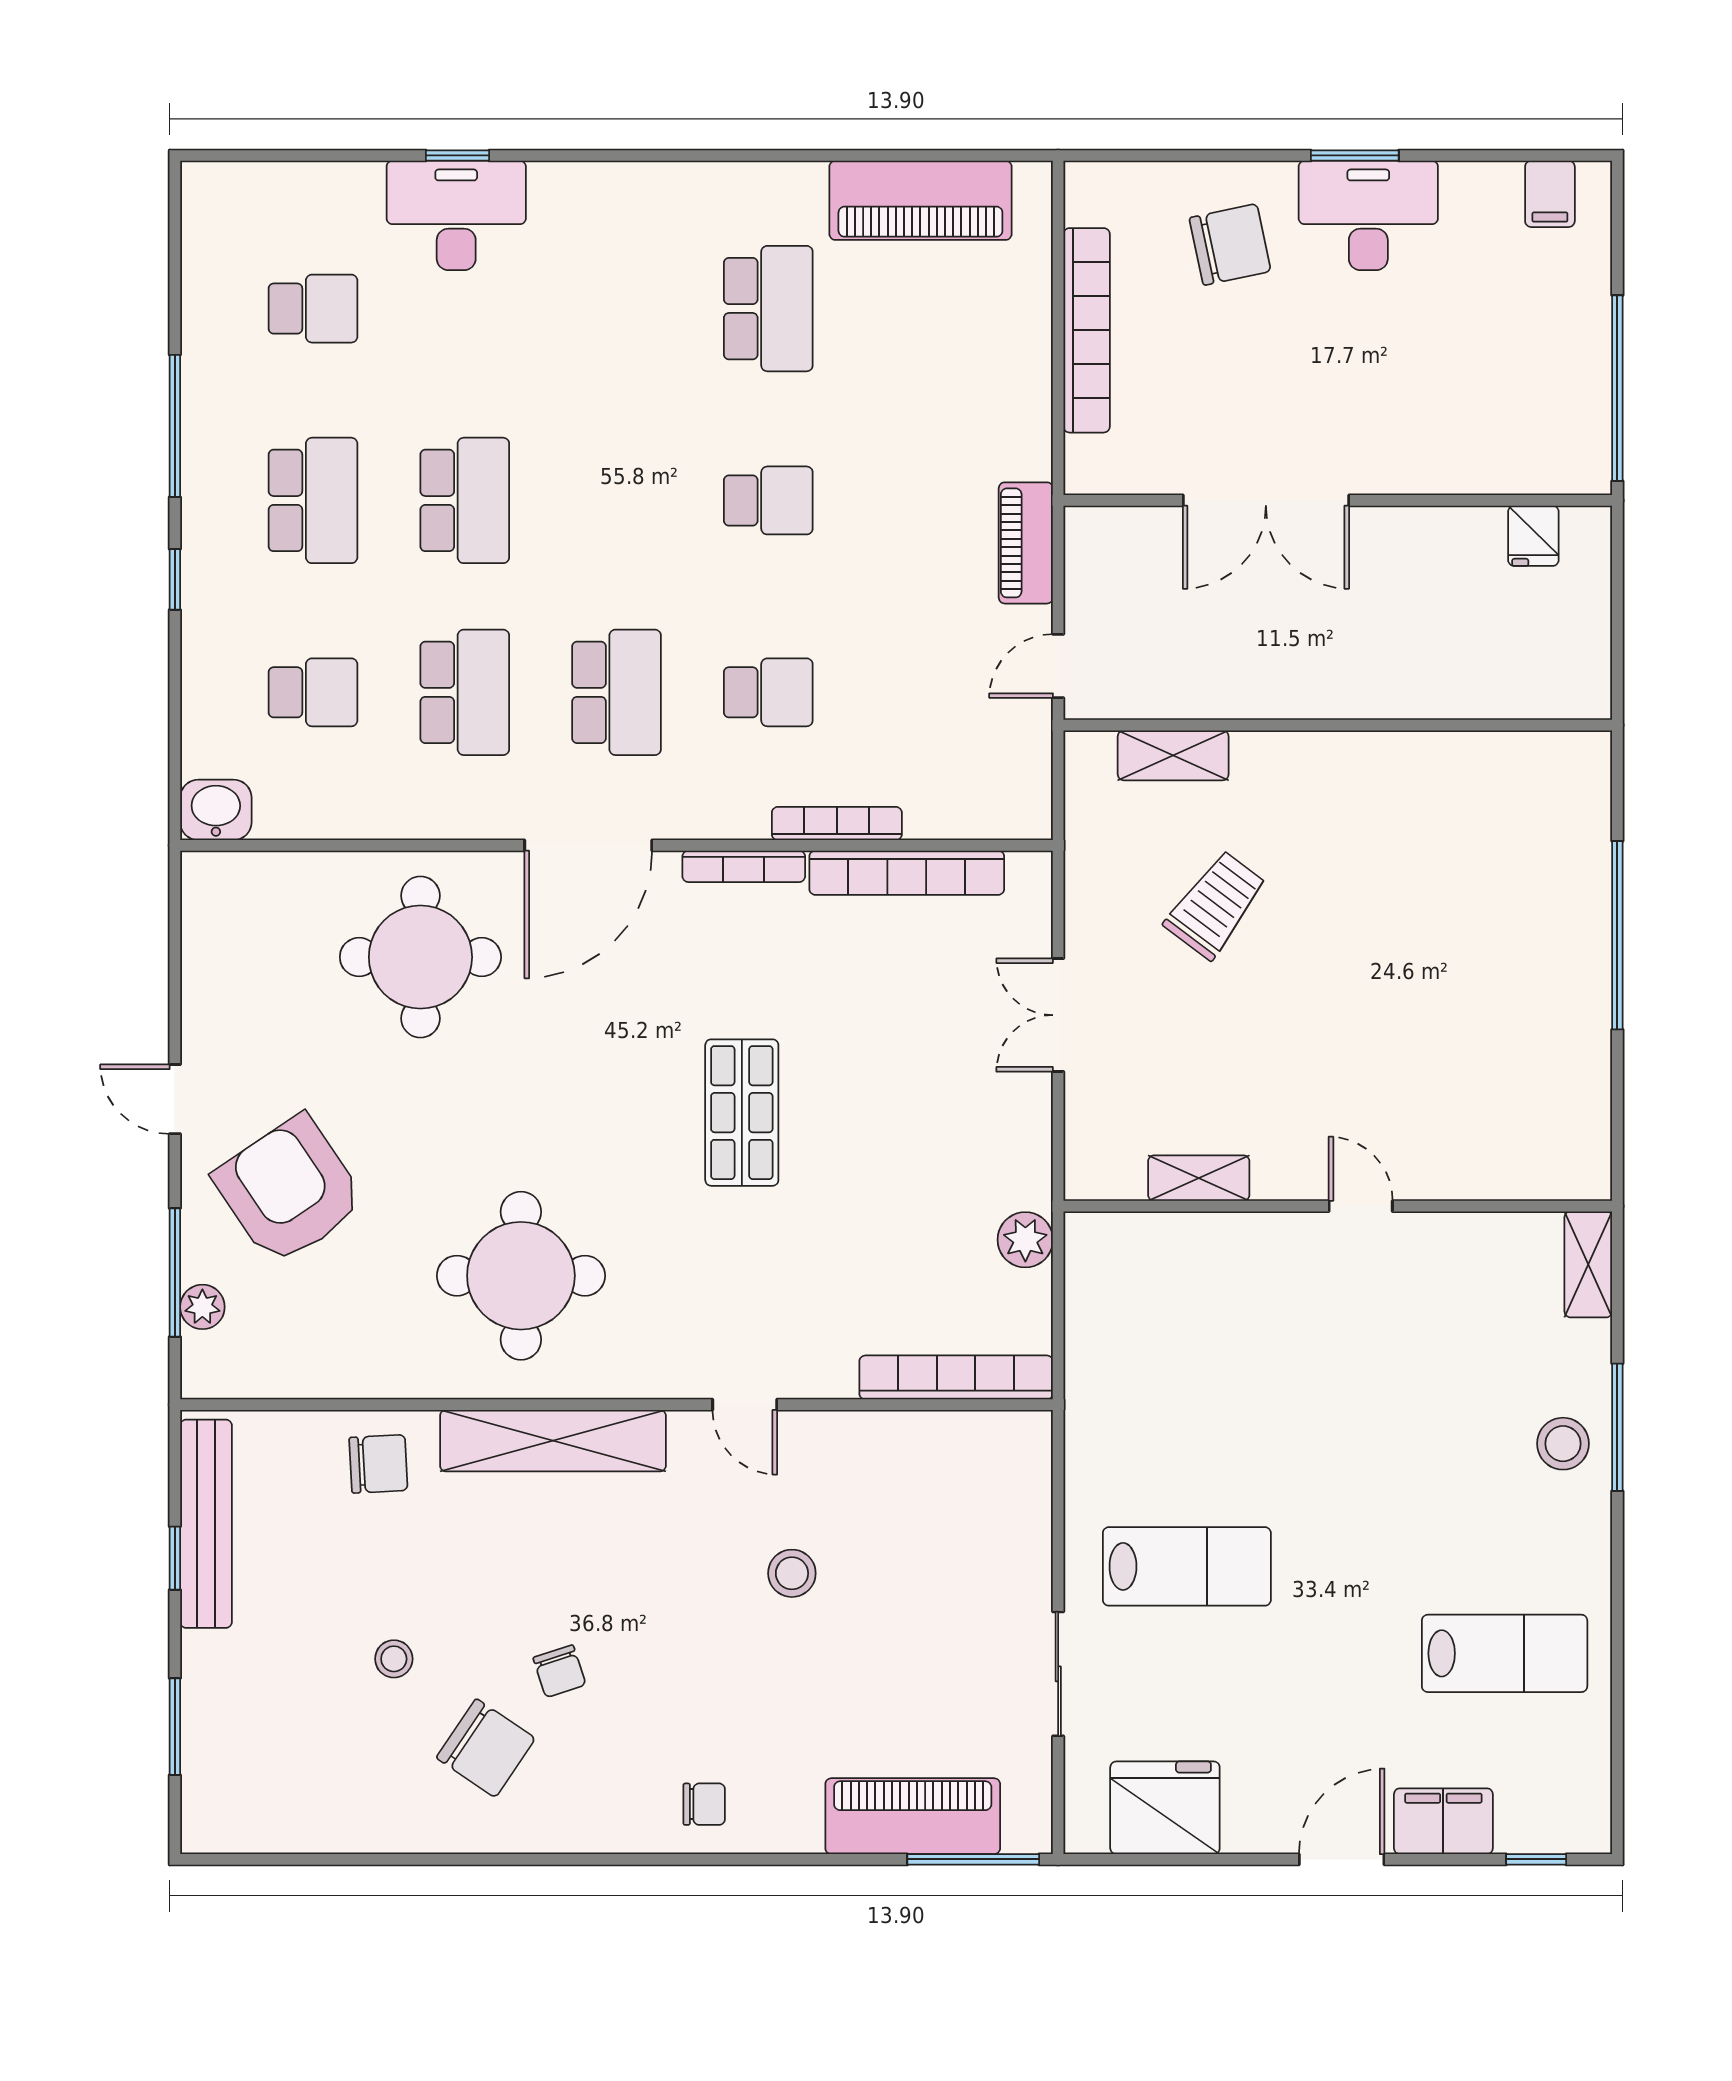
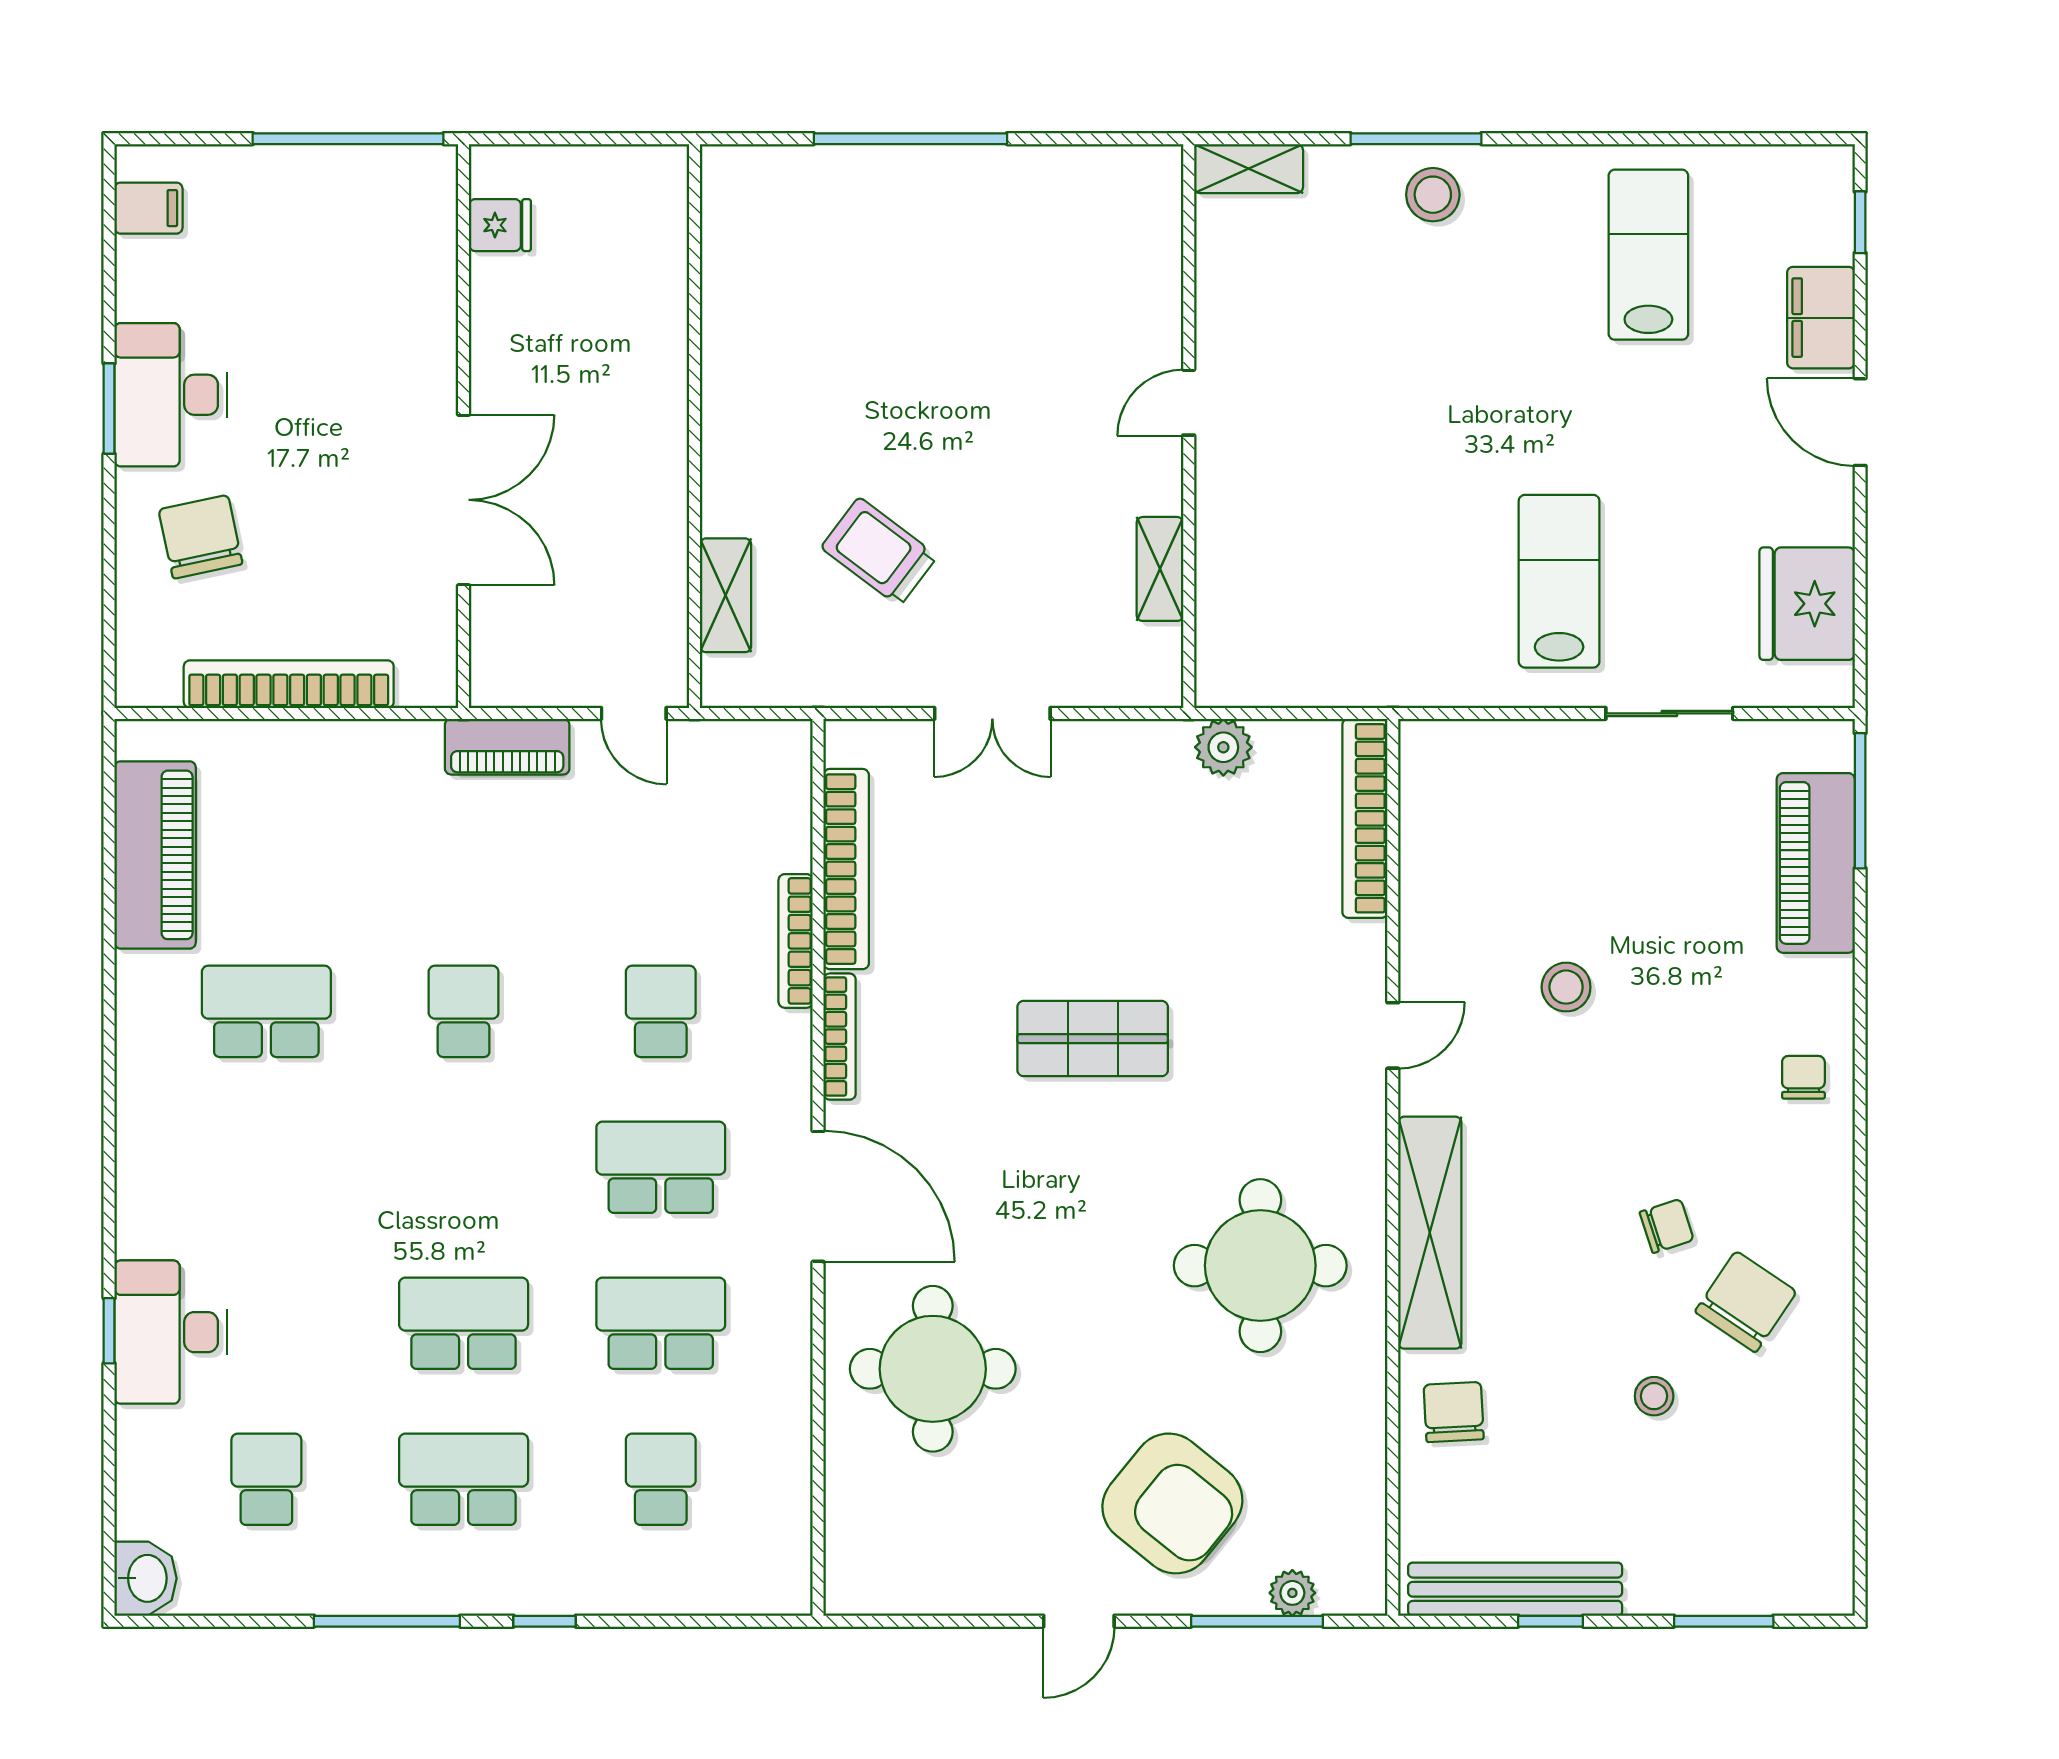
washbasin: (216, 810) -> (145, 1578), moved, turned 180
armchair: (289, 1190) -> (1172, 1503), turned -107

